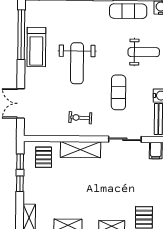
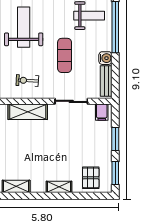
weight bench: (77, 63) -> (24, 27), turned 180

